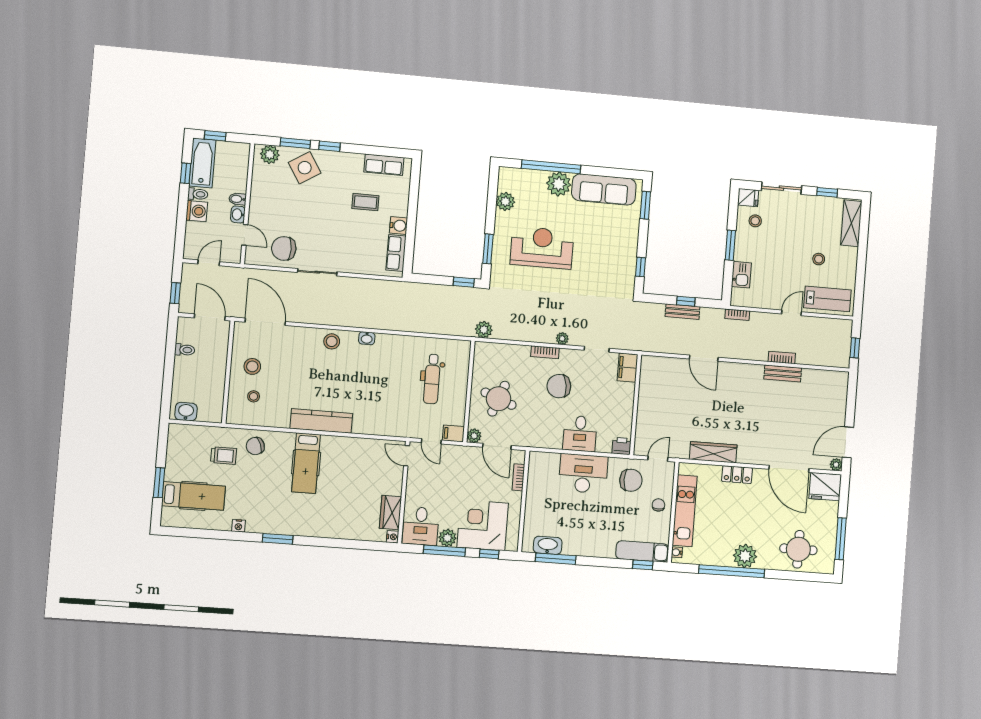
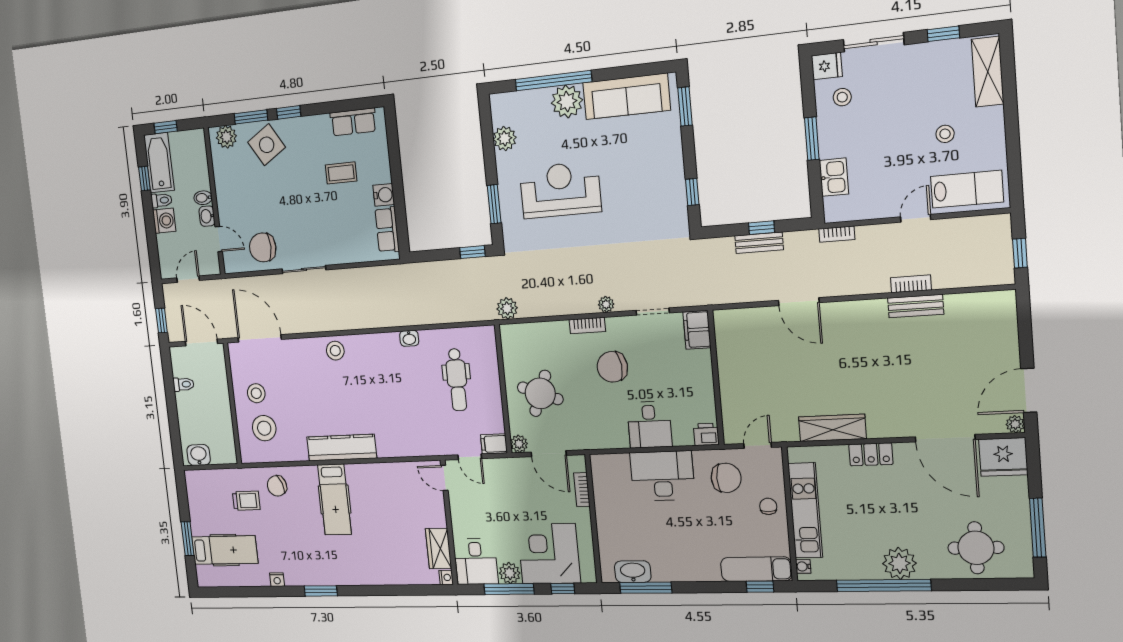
washbasin: (367, 338) -> (409, 338), moved
stool: (254, 396) -> (264, 428), width x1.89, depth x1.89

